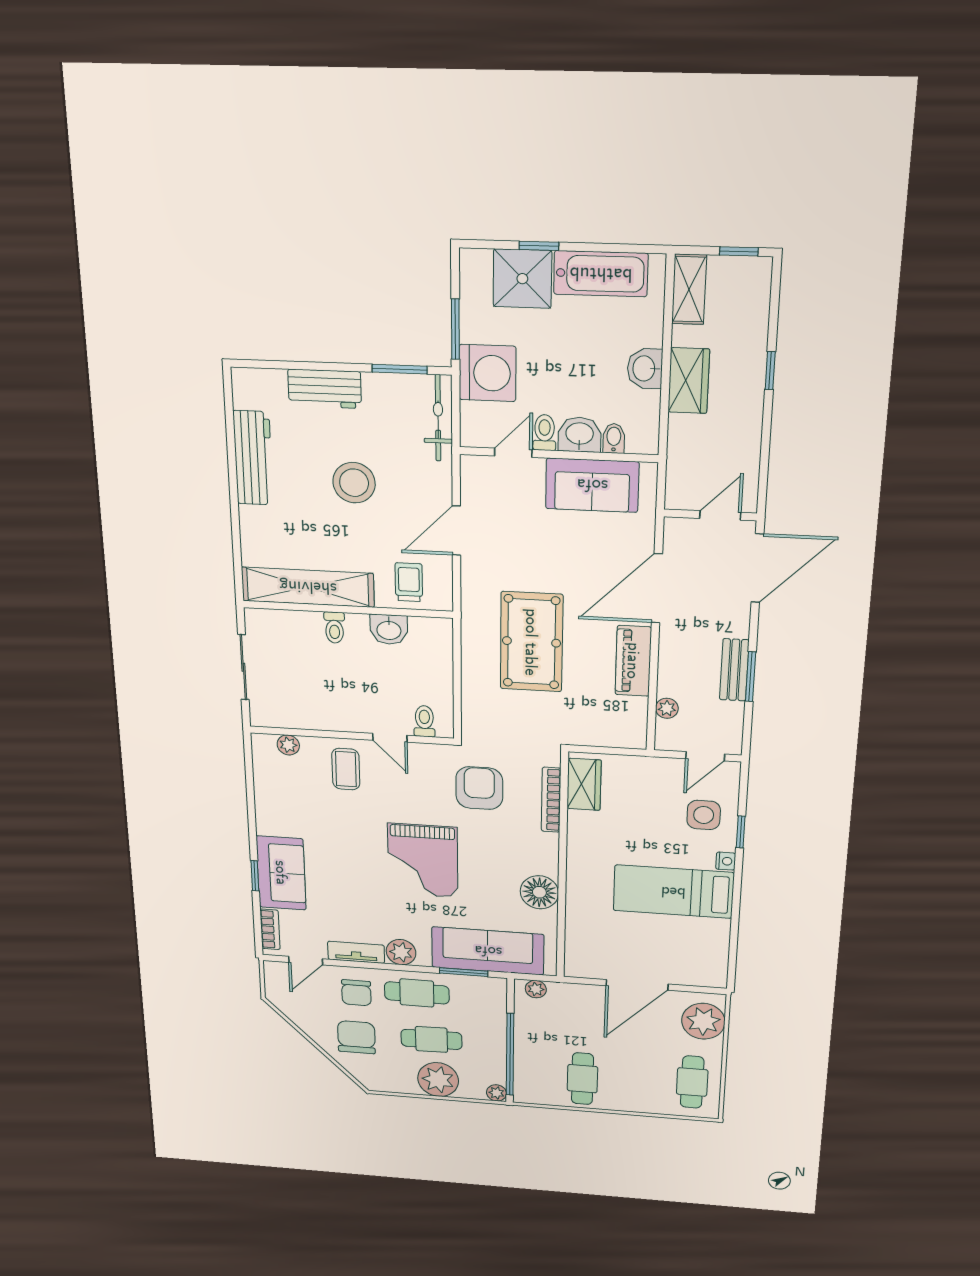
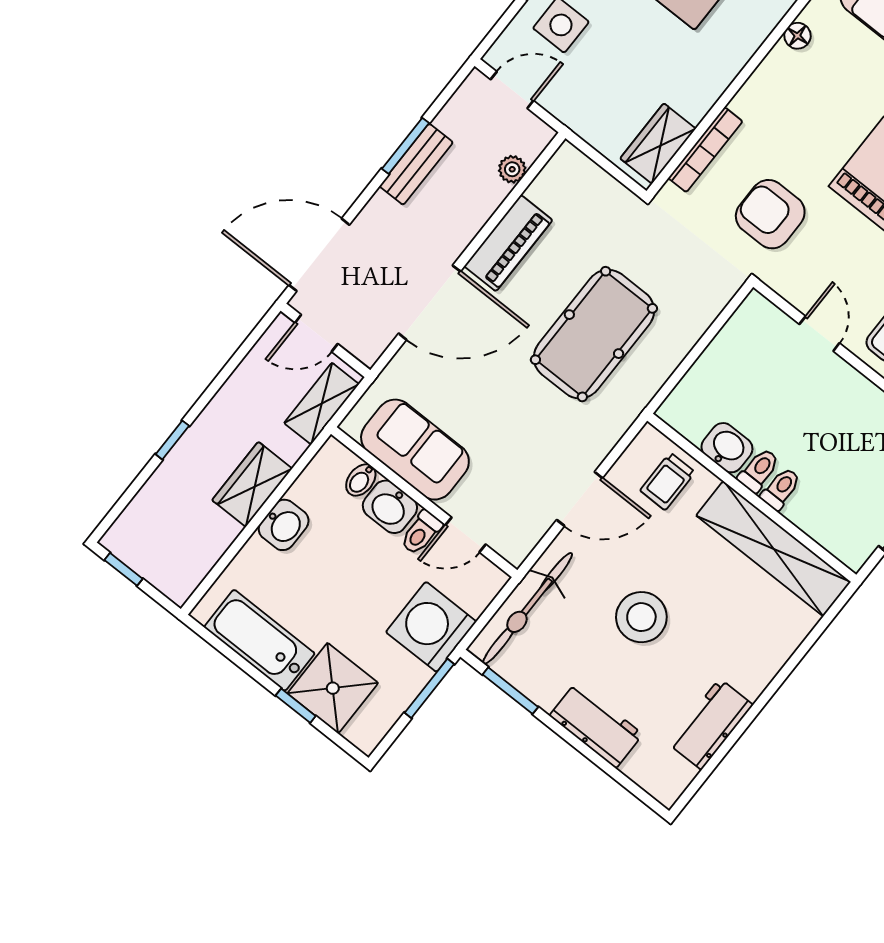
shelving: (689, 289) -> (322, 404), moved
bicycle: (438, 418) -> (528, 609), width x1.37, depth x1.40
workbench: (253, 458) -> (711, 724), width x0.73
toilet: (424, 721) -> (759, 470), moved, turned 180
armchair: (479, 788) -> (770, 214), turned 90
floor lamp: (539, 892) -> (797, 36), width x0.53, depth x0.53

